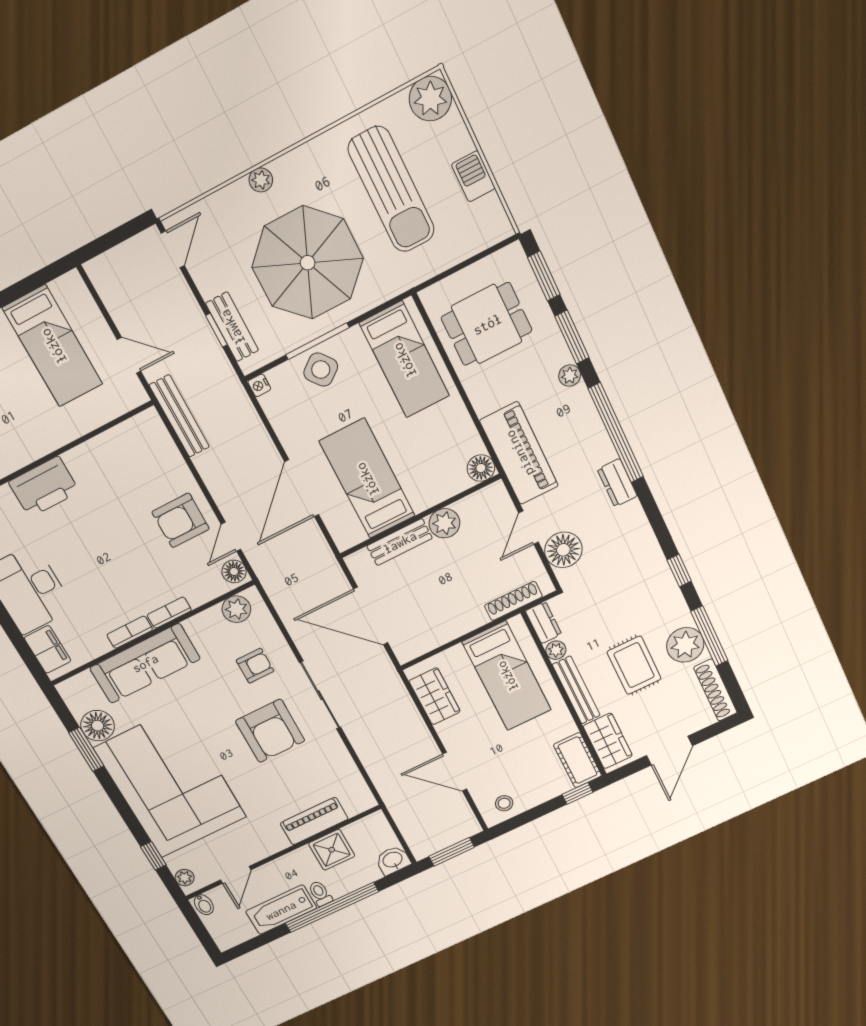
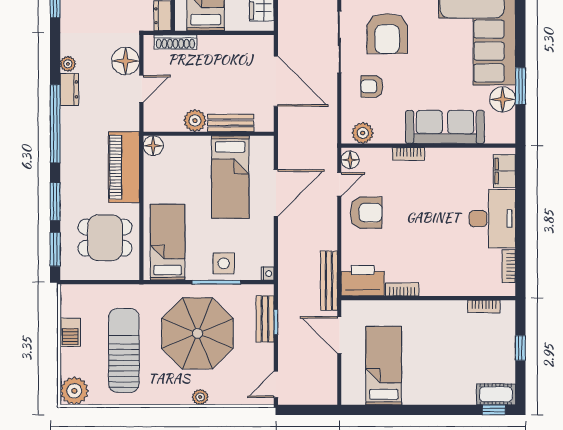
door: (129, 355) -> (339, 335), width x1.38
side table: (321, 370) -> (224, 263), turned 38
plant: (570, 376) -> (68, 64), moved
piano: (519, 453) -> (124, 167), moved
printer: (44, 487) -> (363, 281), moved
bookcase: (130, 632) -> (402, 289), moved, turned 180
armchair: (270, 731) -> (387, 34), turned 180

